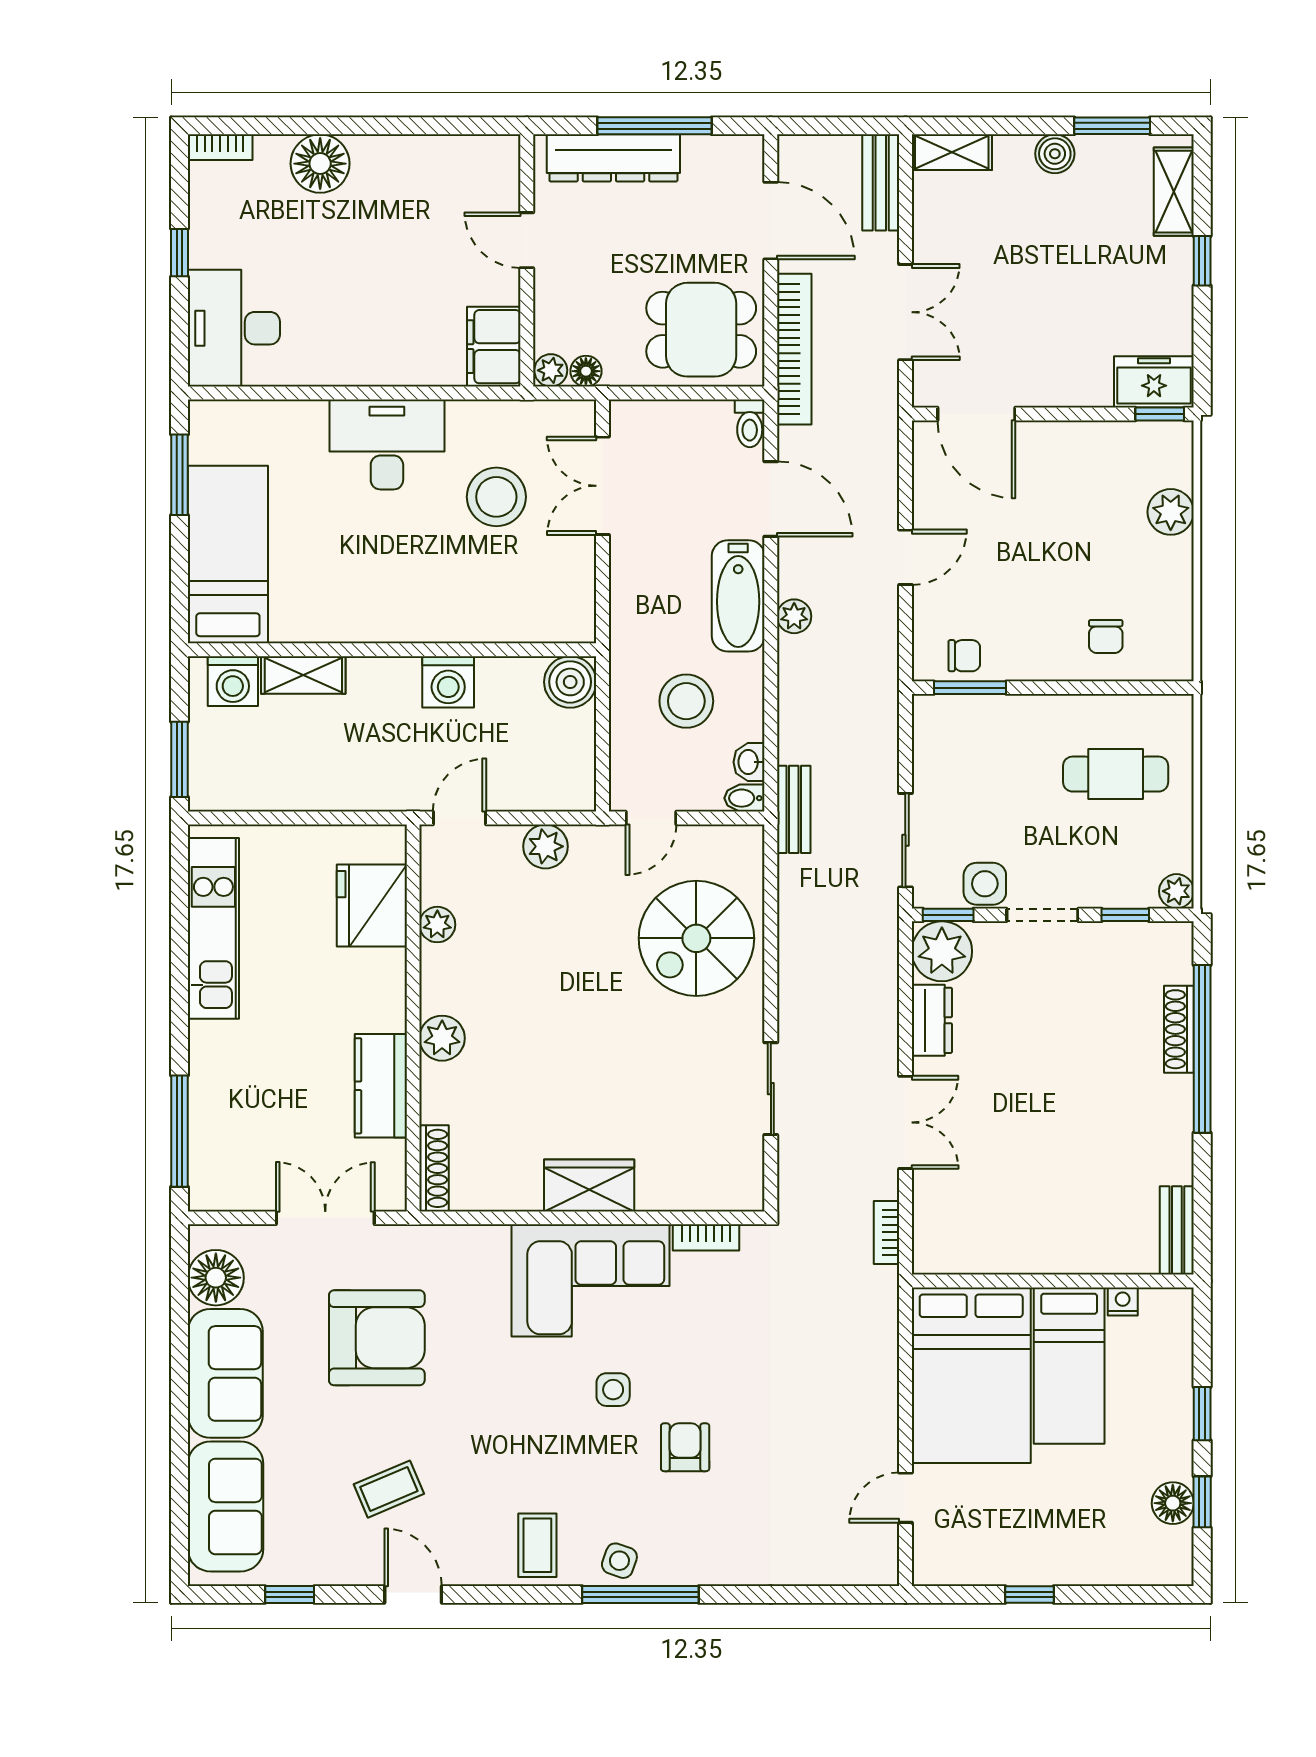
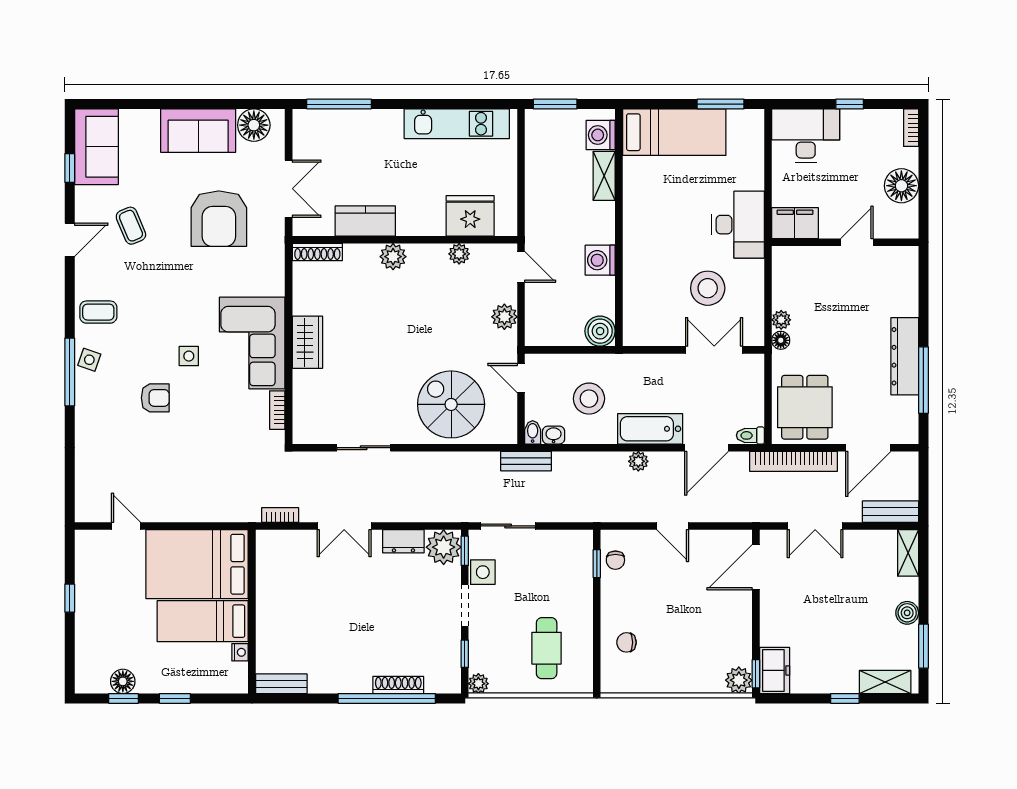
door: (527, 240) -> (857, 242), moved
wall: (527, 260) -> (845, 242), moved
filing cabinet: (494, 347) -> (795, 223), moved
plant: (1171, 512) -> (739, 680), moved
window: (970, 688) -> (597, 564), width x0.67
sofa: (226, 1506) -> (96, 147), moved, turned -90

